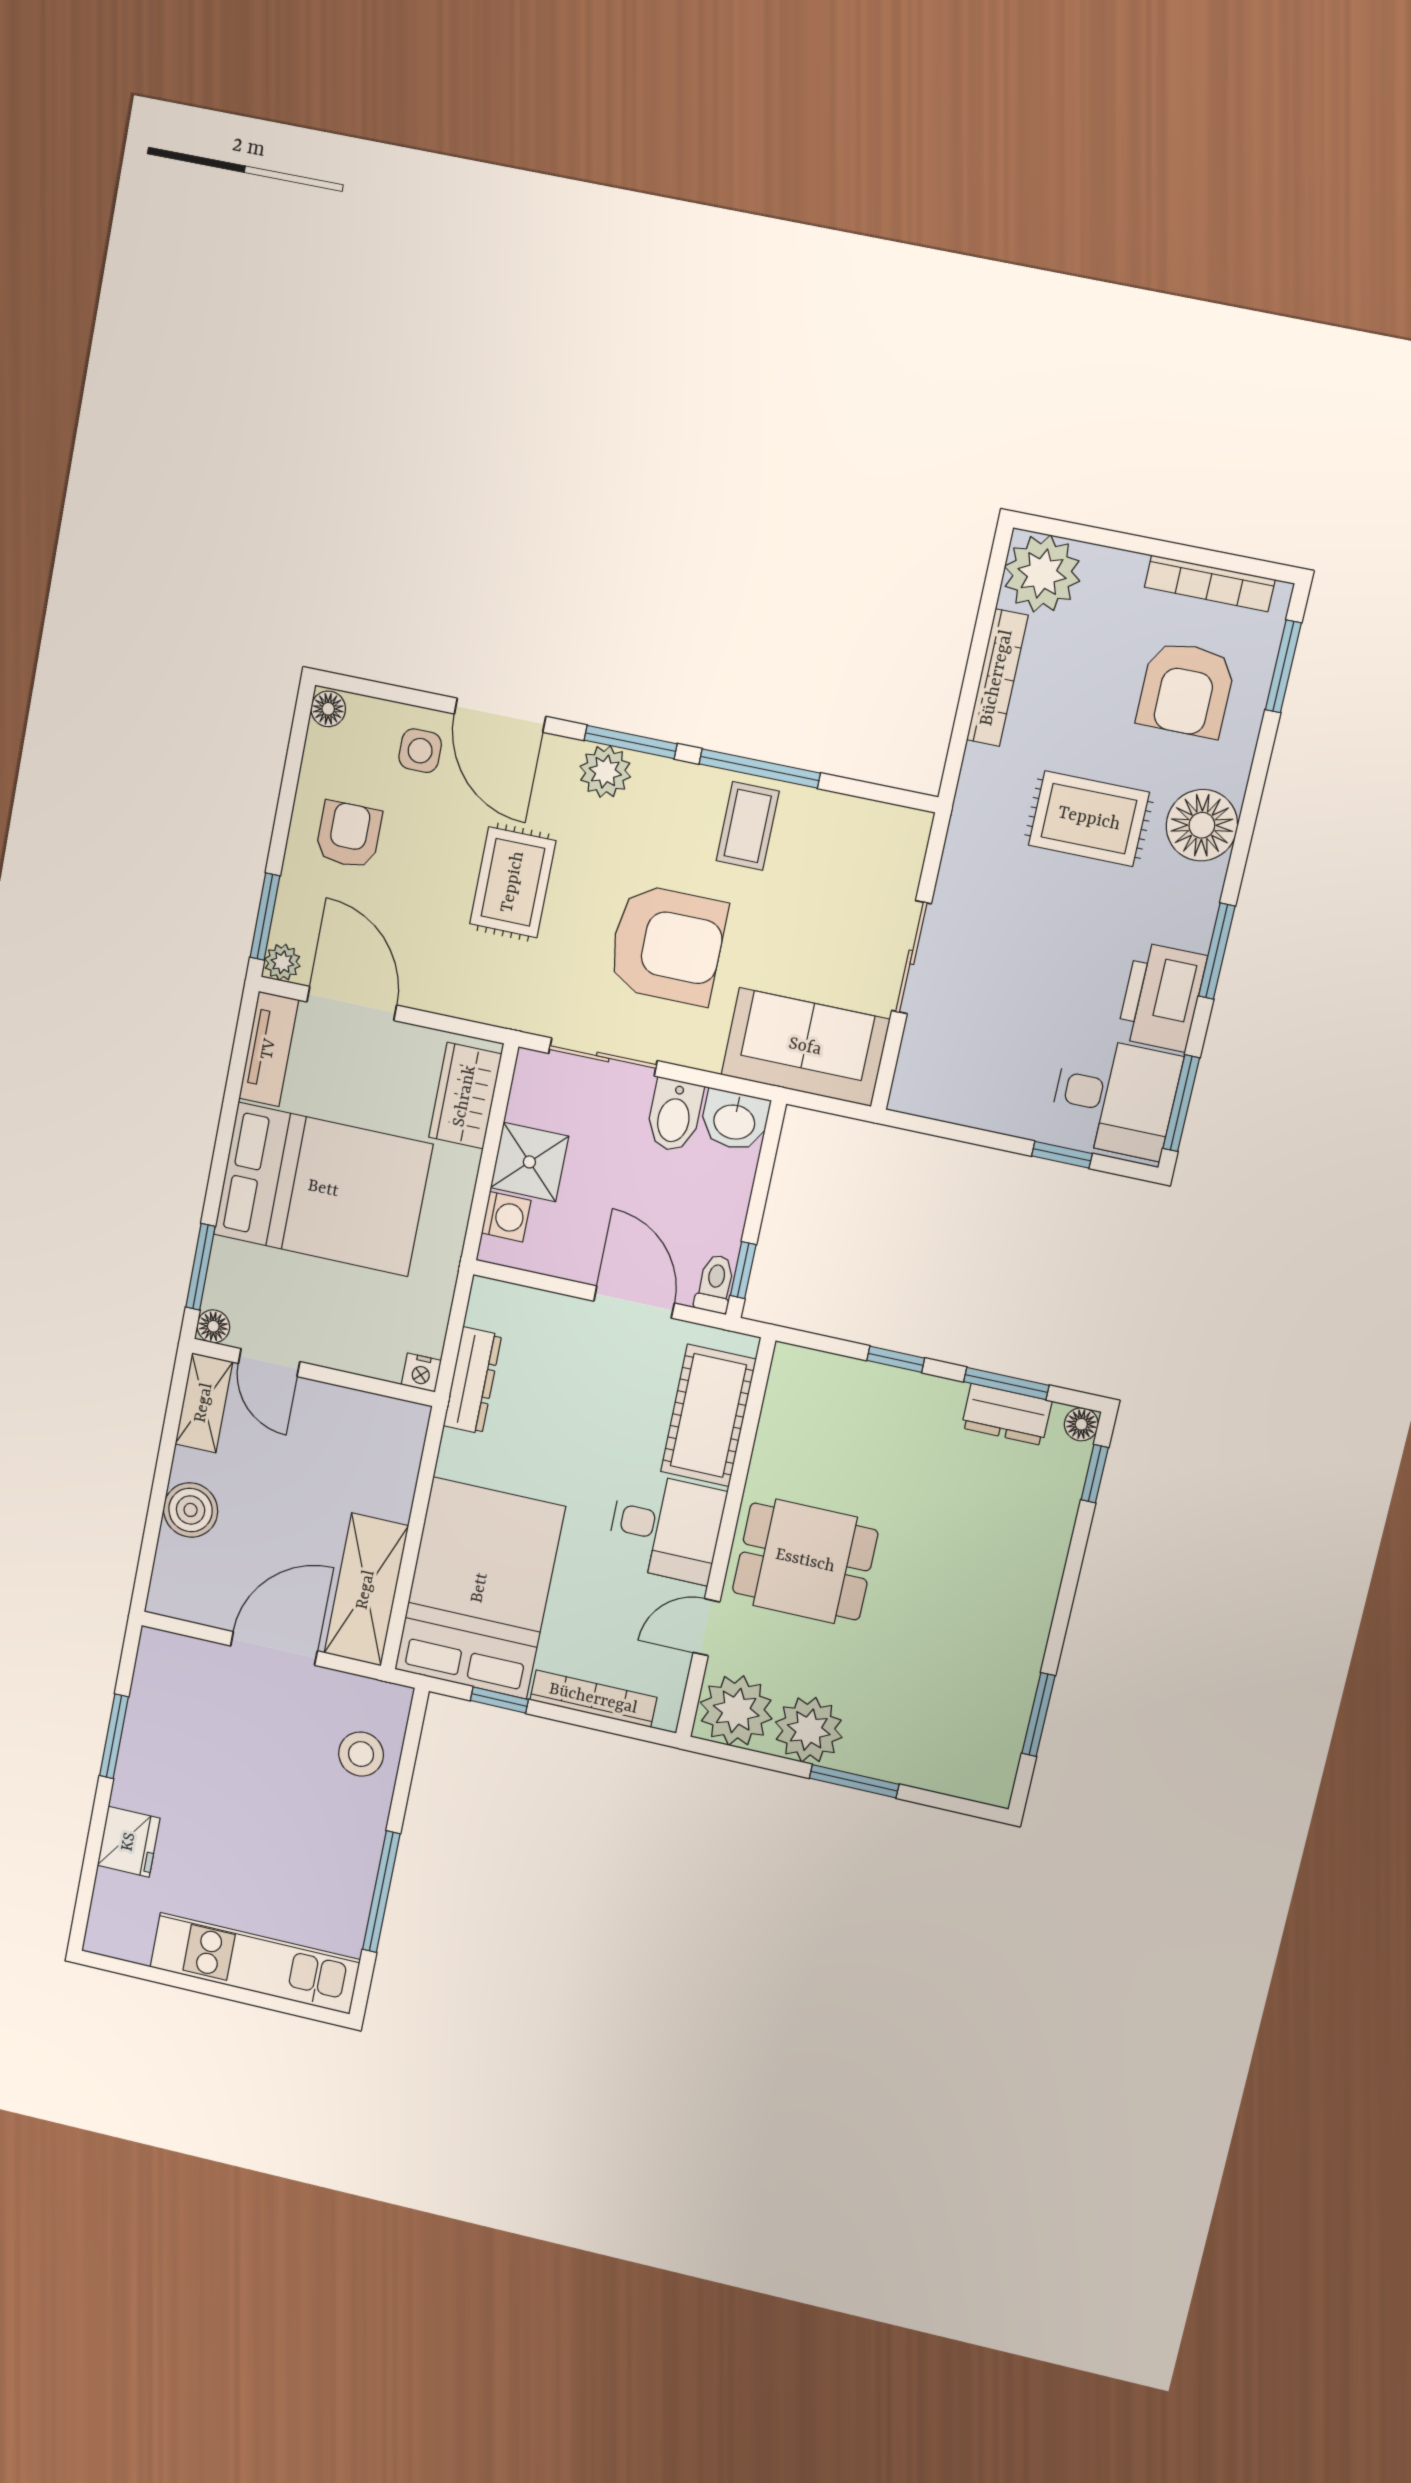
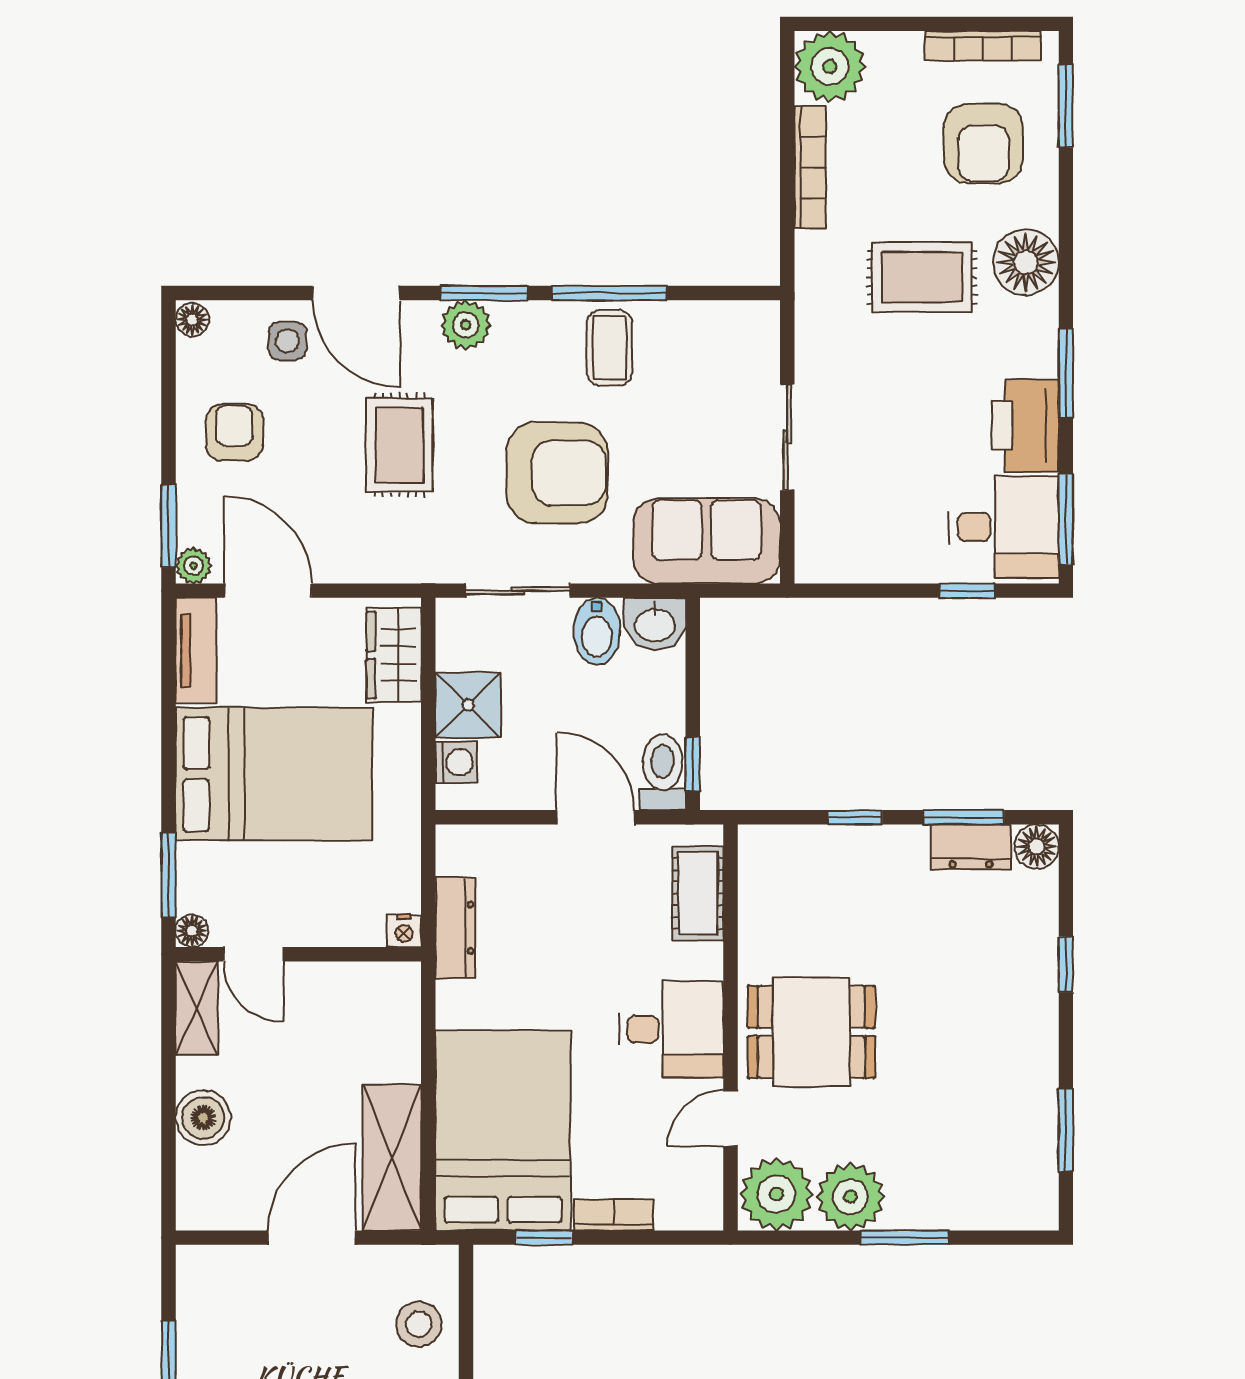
toilet: (715, 1284) -> (663, 772), width x1.37, depth x1.39
cot: (708, 1416) -> (698, 894), width x0.73, depth x0.75
floor lamp: (1081, 1424) -> (1037, 847), width x1.37, depth x1.37
window: (1095, 1474) -> (1066, 964), moved
bookcase: (593, 1699) -> (614, 1215), width x0.64

